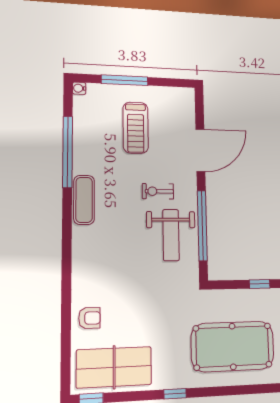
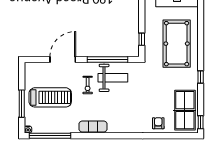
treadmill: (136, 128) -> (50, 97), width x1.37, depth x1.38
door: (200, 150) -> (63, 59), hinge flipped
window: (68, 152) -> (50, 136), moved
window: (260, 284) -> (142, 39), moved

